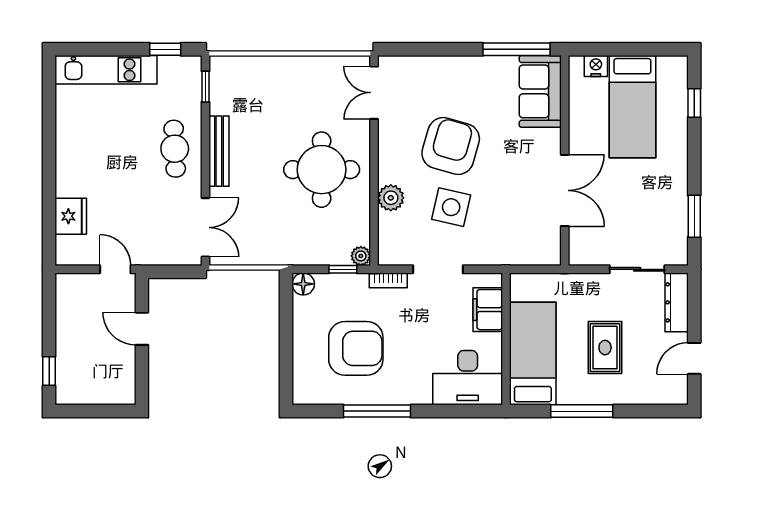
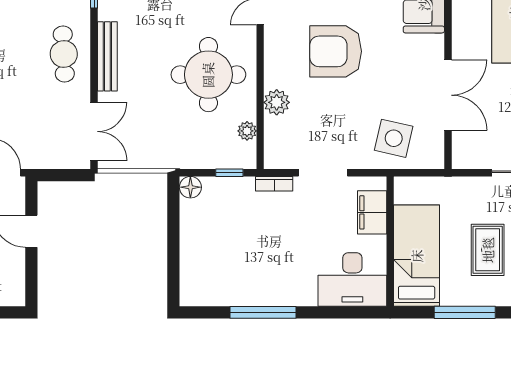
armchair: (451, 146) -> (336, 51), turned -106
side table: (451, 207) -> (394, 138), moved
plant: (361, 256) -> (247, 131), moved
armchair: (356, 348) -> (242, 251), removed

